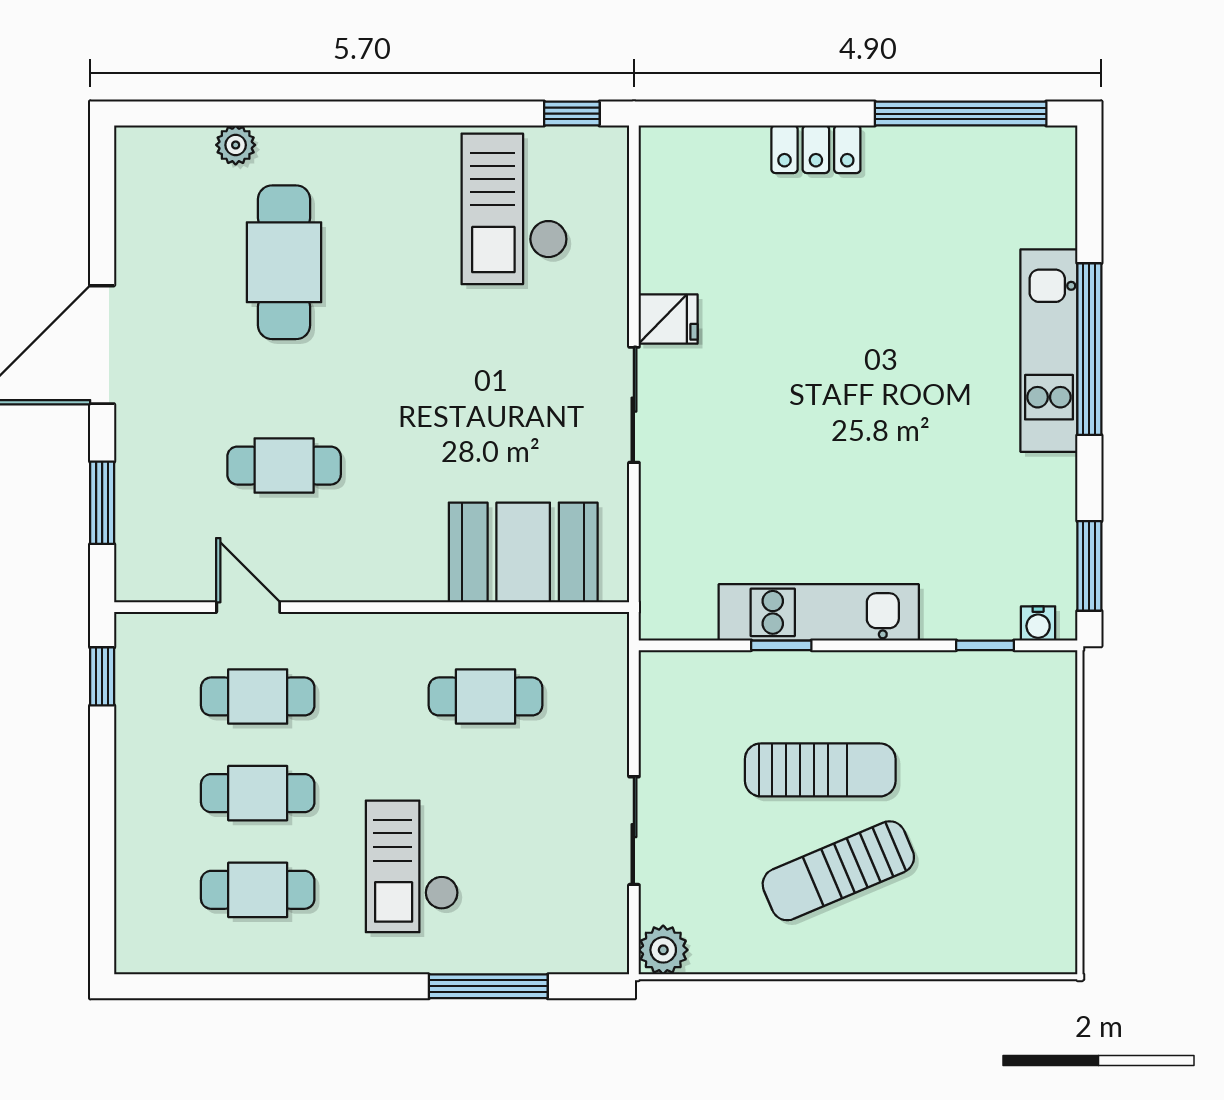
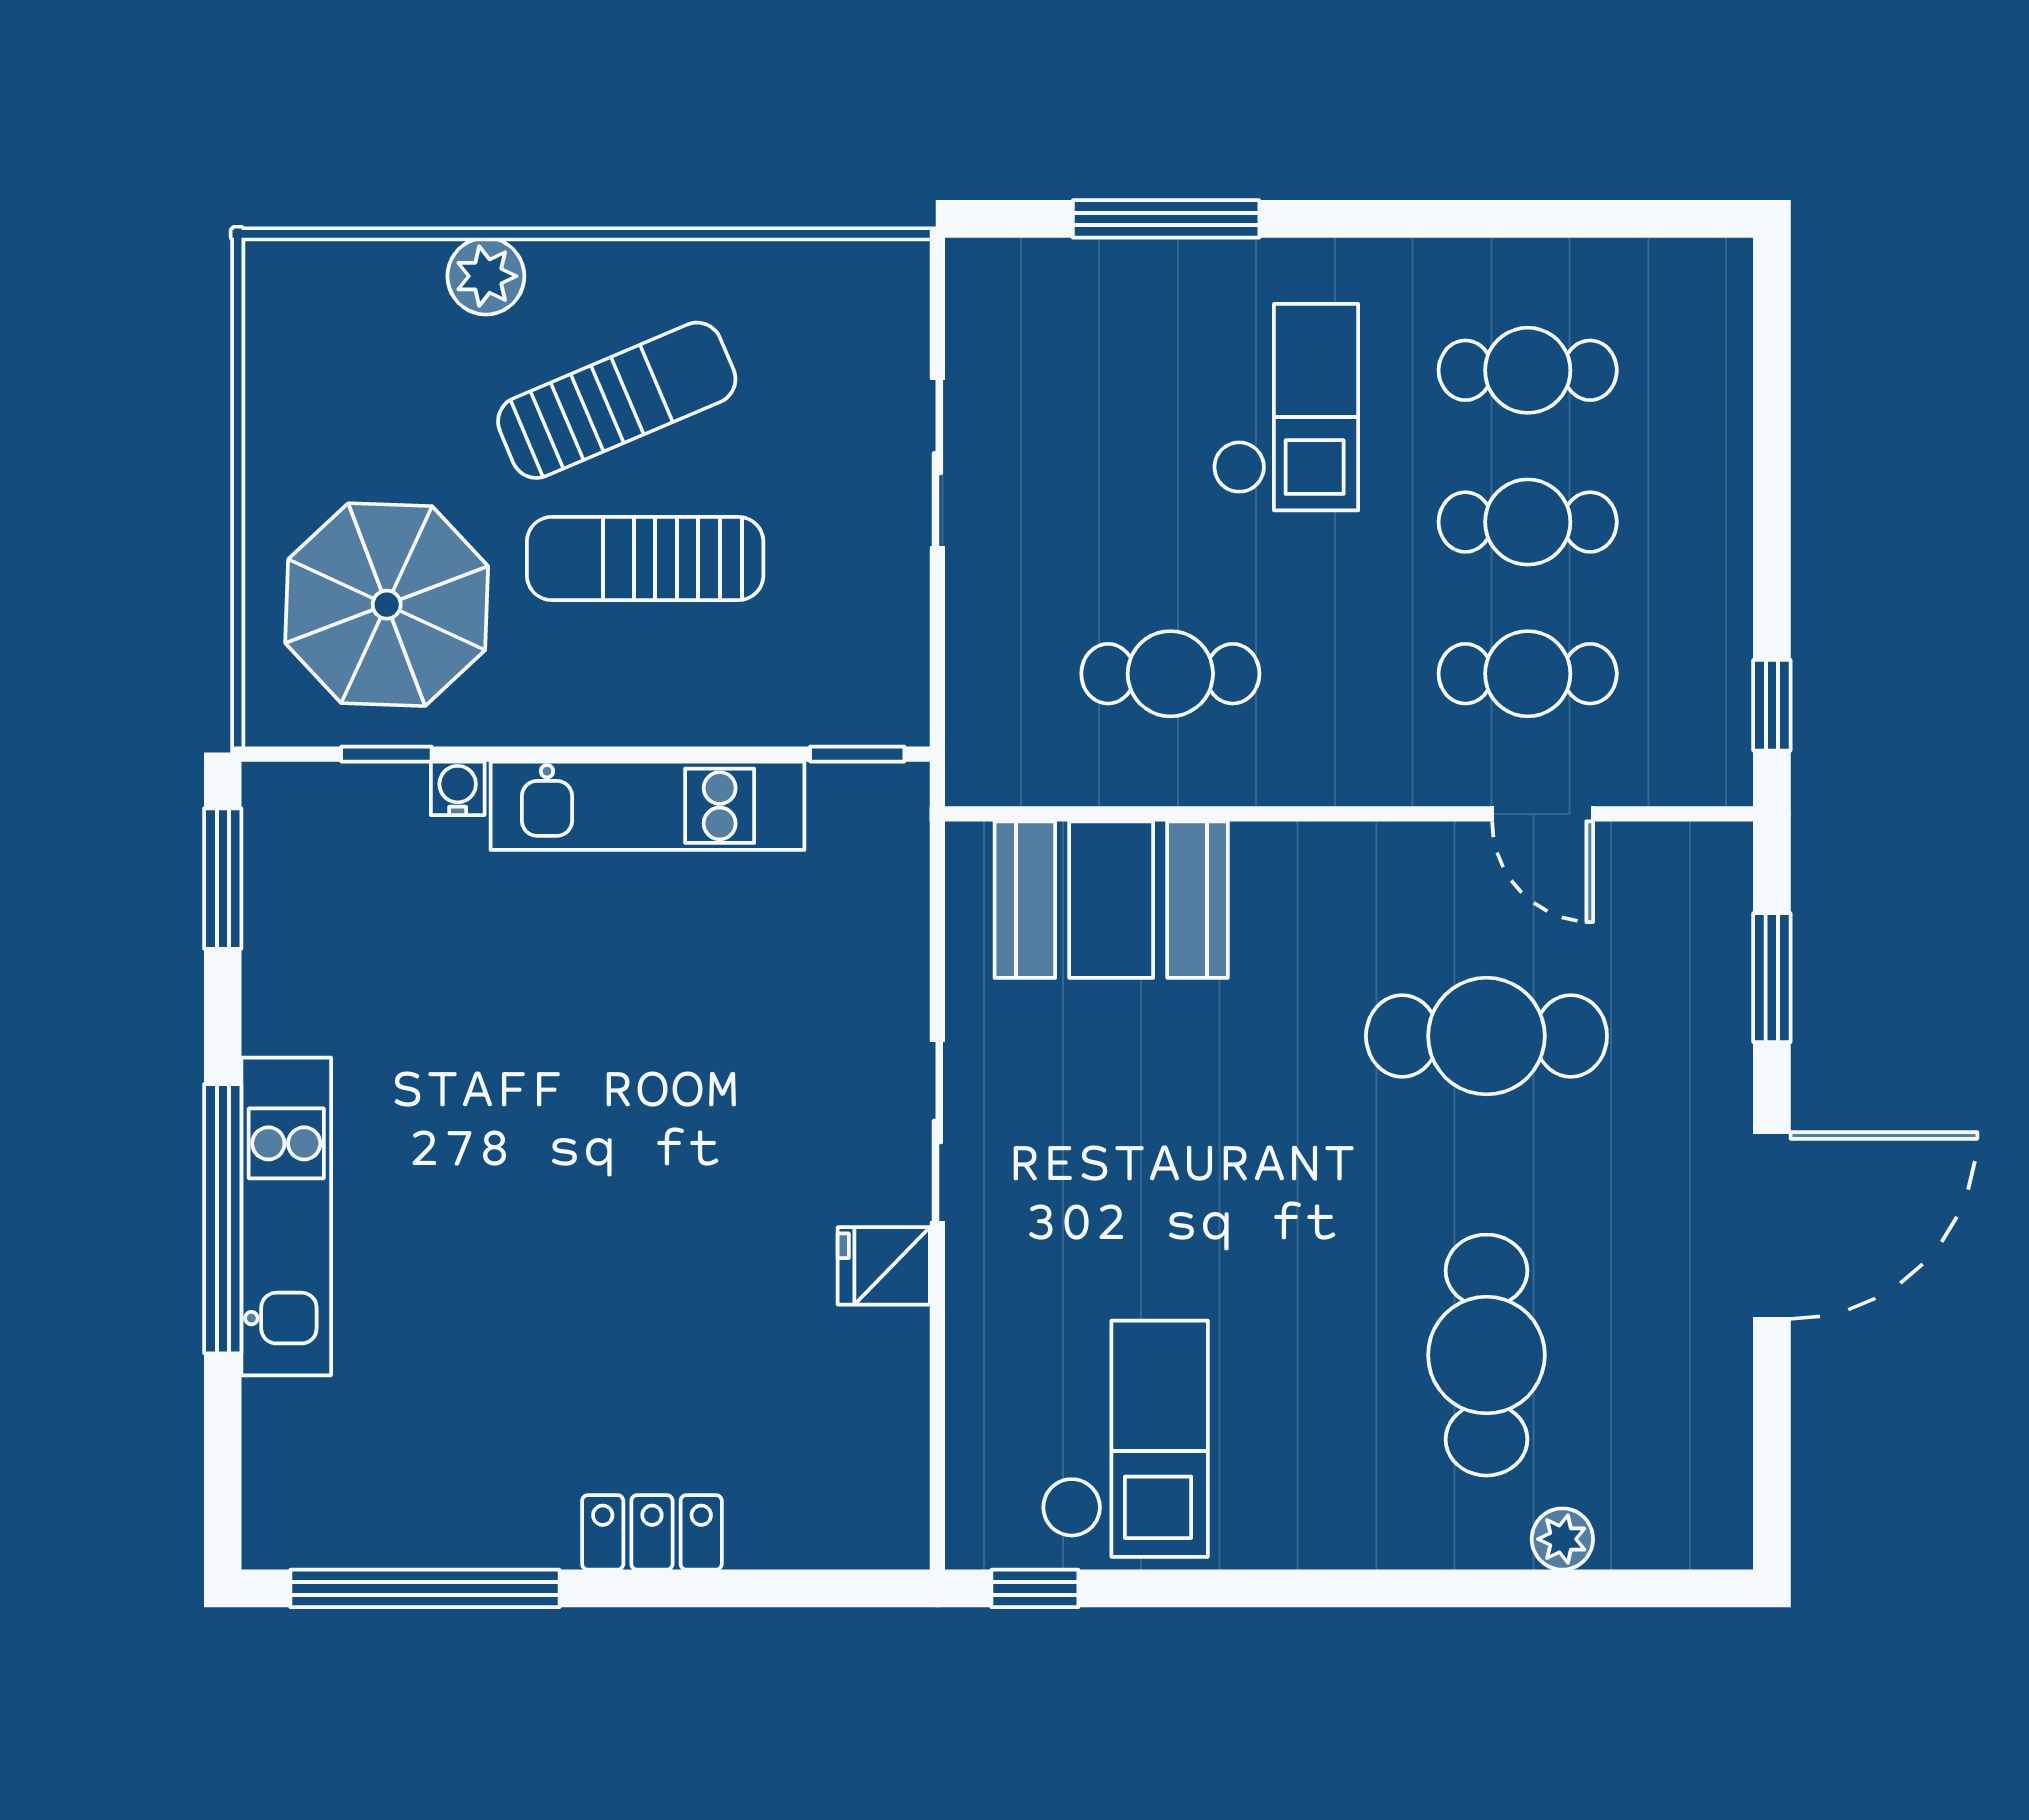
cafe table: (284, 466) -> (1486, 1036), width x1.37, depth x1.35
water cooler: (1038, 623) -> (458, 788), moved
window: (781, 645) -> (857, 754), moved
parasol: (985, 741) -> (387, 605), added
plant: (663, 950) -> (486, 276), moved

